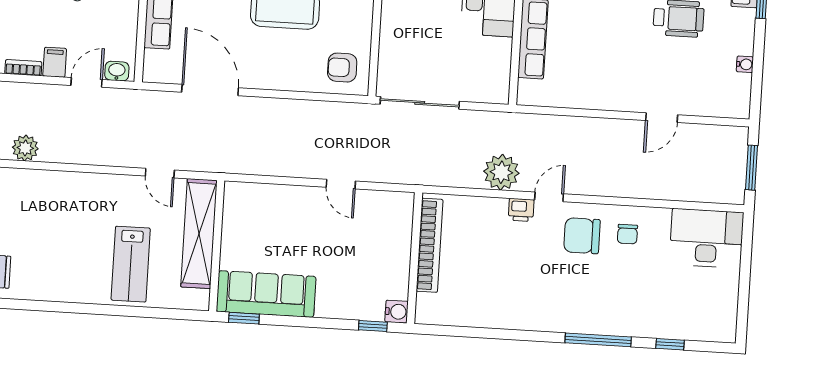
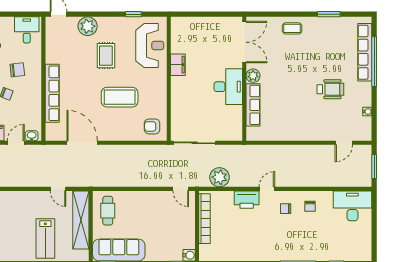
door: (662, 118) -> (344, 143), moved
plant: (501, 172) -> (219, 177), moved
door: (341, 184) -> (181, 189), moved
printer: (521, 210) -> (247, 200), width x1.87, depth x1.48
cafe table: (250, 219) -> (108, 211), added
chair: (582, 236) -> (286, 209), width x0.54, depth x0.54

